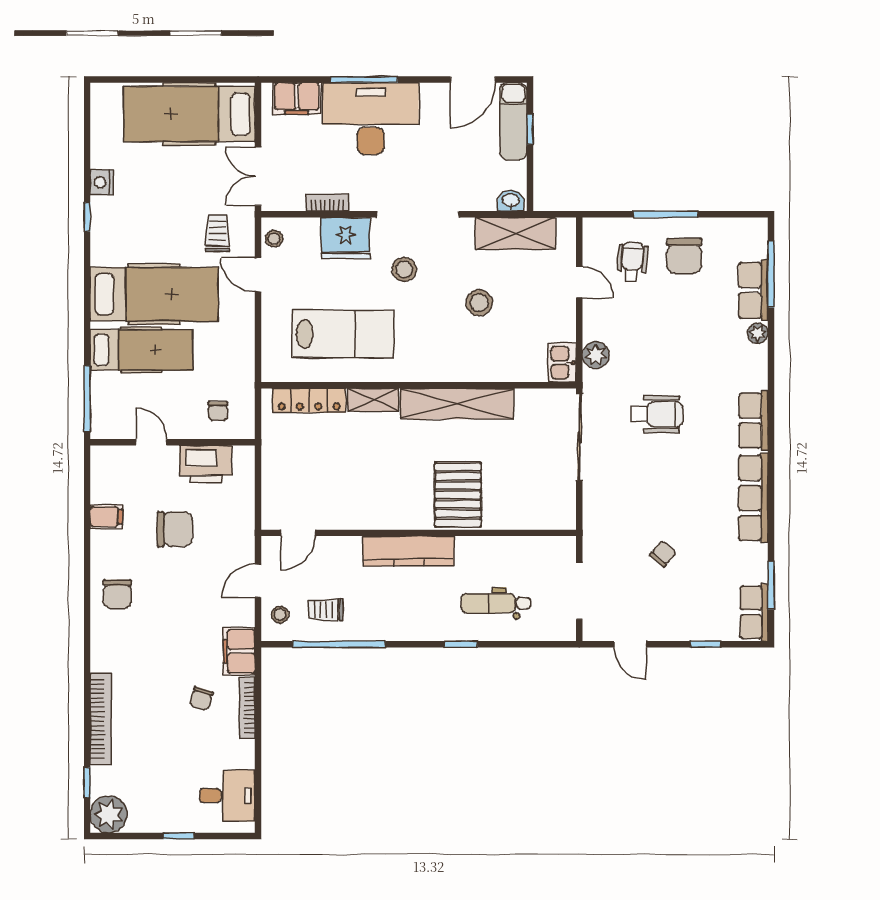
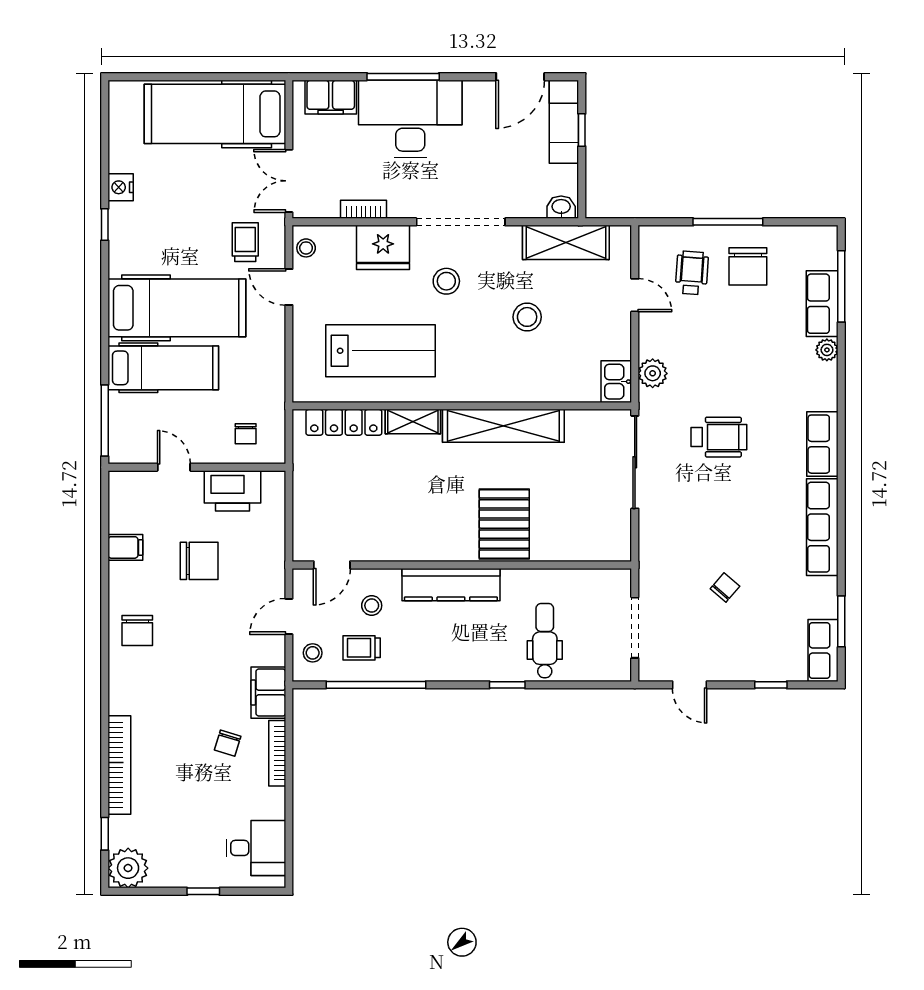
stool: (335, 571) -> (372, 606), added
dental chair: (496, 603) -> (545, 641), turned 90

